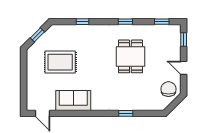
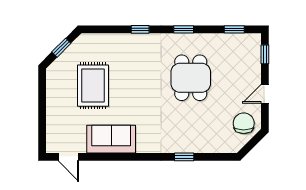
window: (83, 22) -> (140, 29), moved
rug: (60, 62) -> (93, 86), turned 90
door: (184, 68) -> (265, 94), hinge flipped

